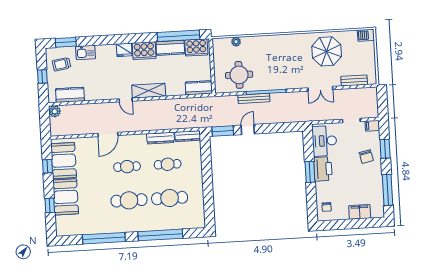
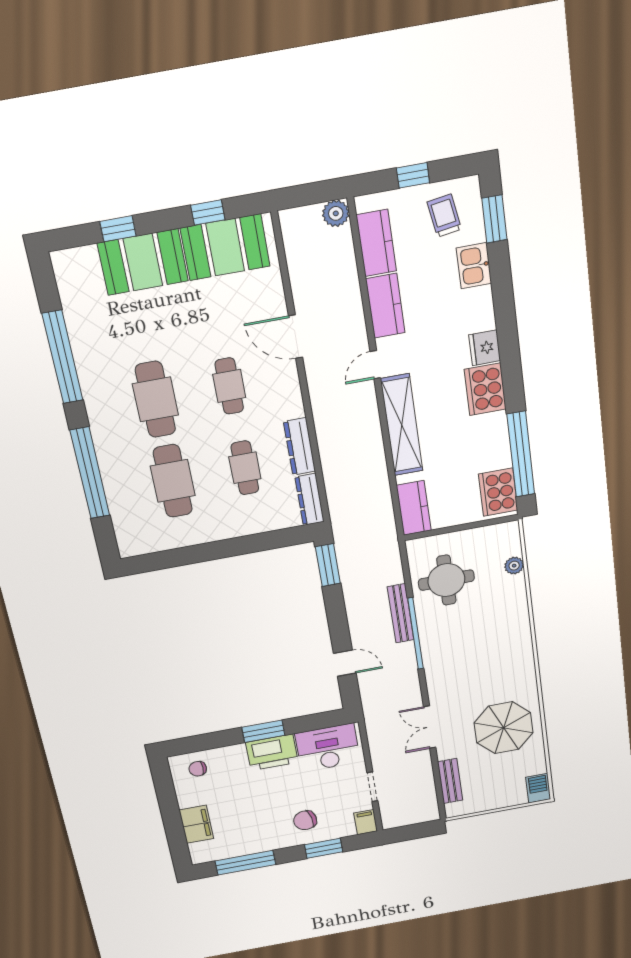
kitchen counter: (170, 48) -> (385, 306), moved, turned 180
shelving: (149, 91) -> (402, 425), width x1.47
door: (248, 130) -> (345, 663), moved

